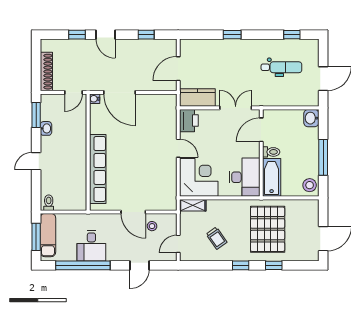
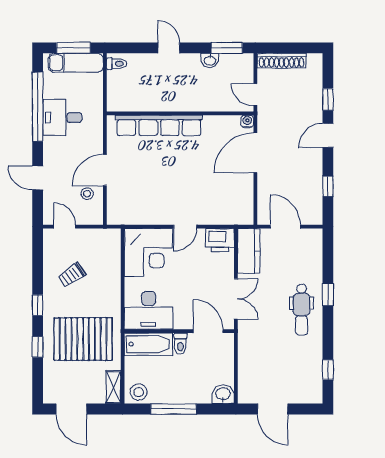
dental chair: (281, 67) -> (302, 310), moved
shelving: (193, 205) -> (113, 387), moved

